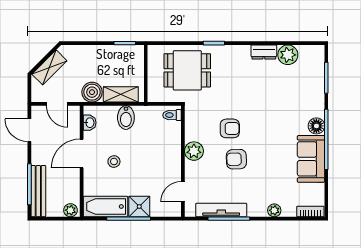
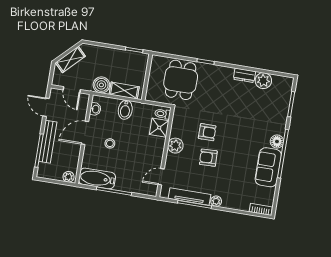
dining table: (187, 70) -> (181, 80), turned 90
bench: (38, 191) -> (48, 142), moved
shower: (139, 207) -> (159, 128), moved
plant: (274, 210) -> (216, 201), moved

